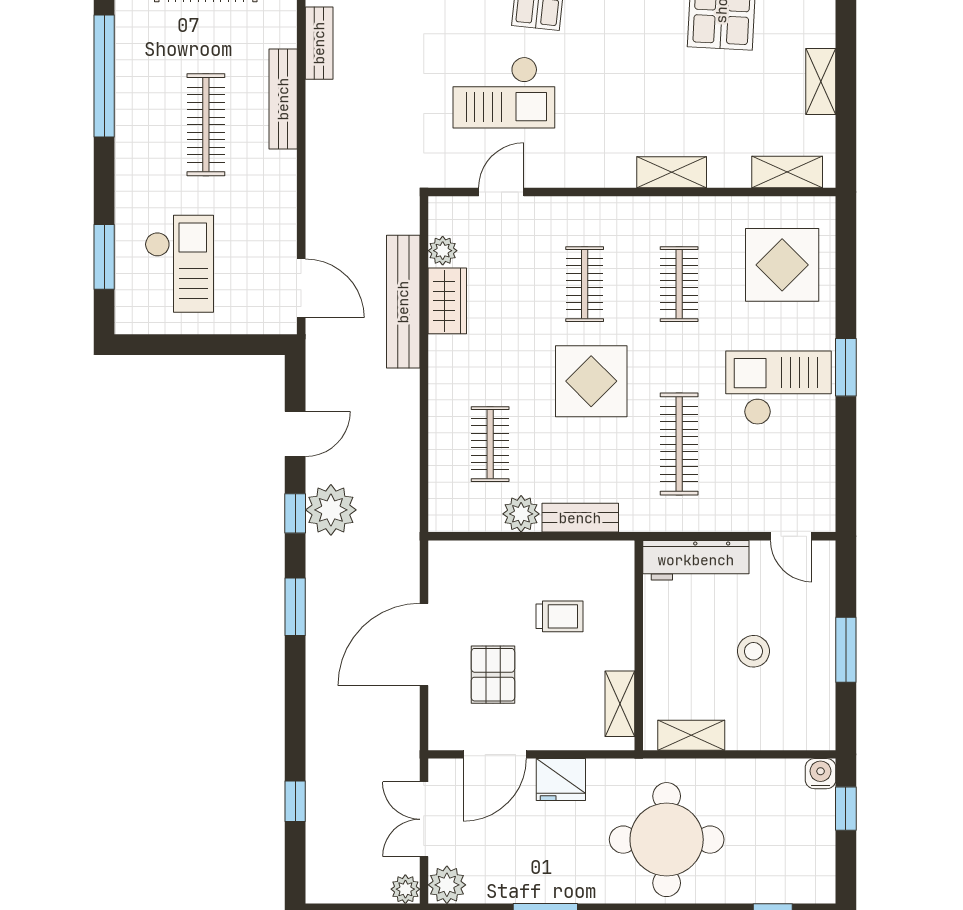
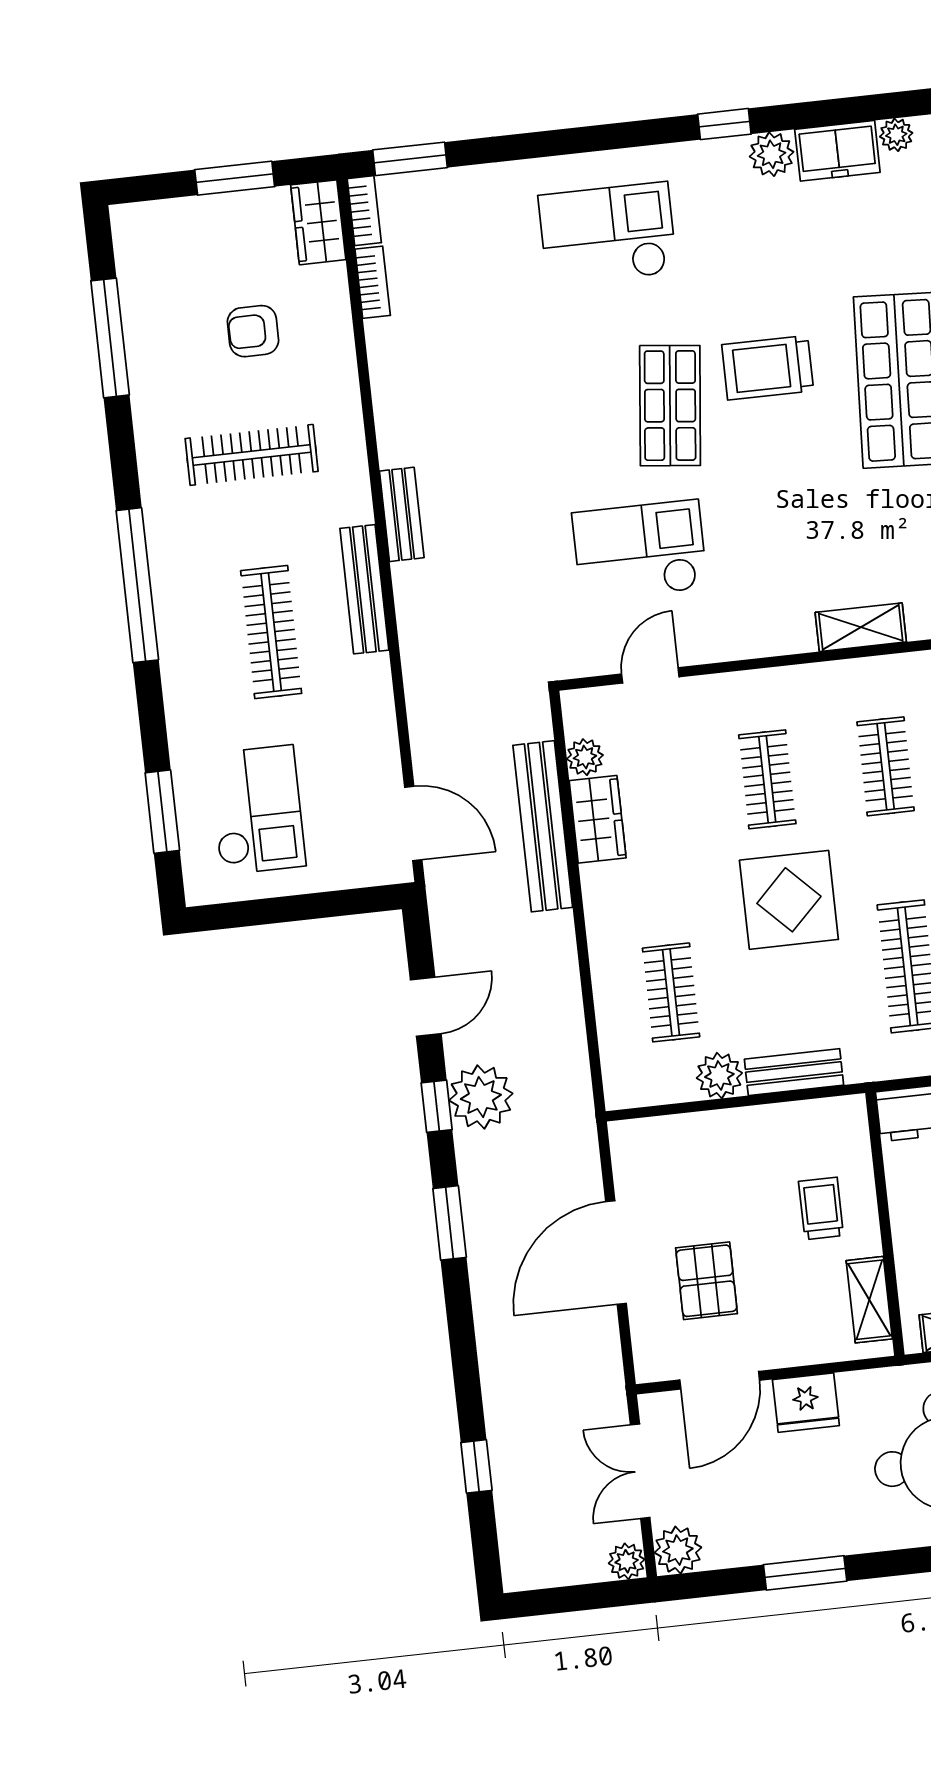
checkout: (504, 92) -> (640, 551), turned 180
trolley: (560, 616) -> (821, 1208), moved, turned -90

